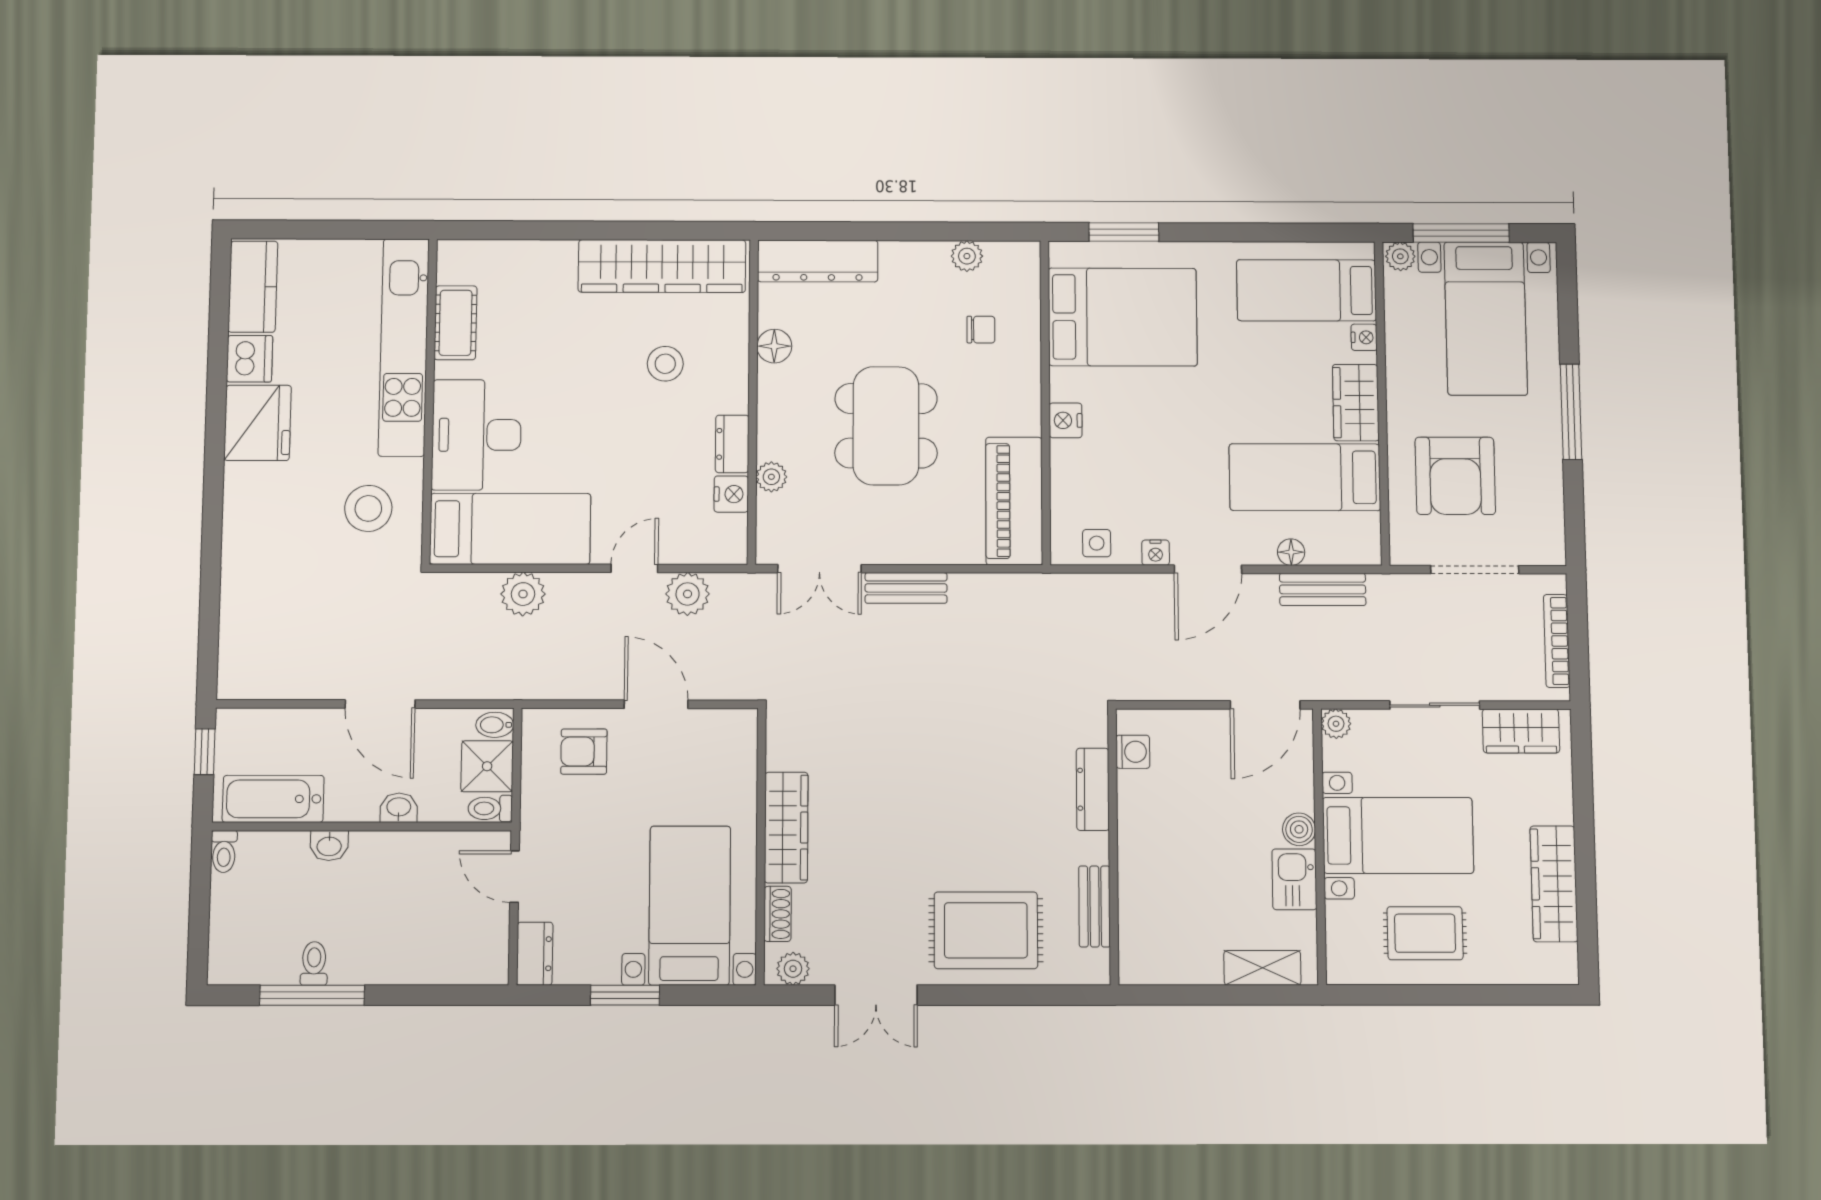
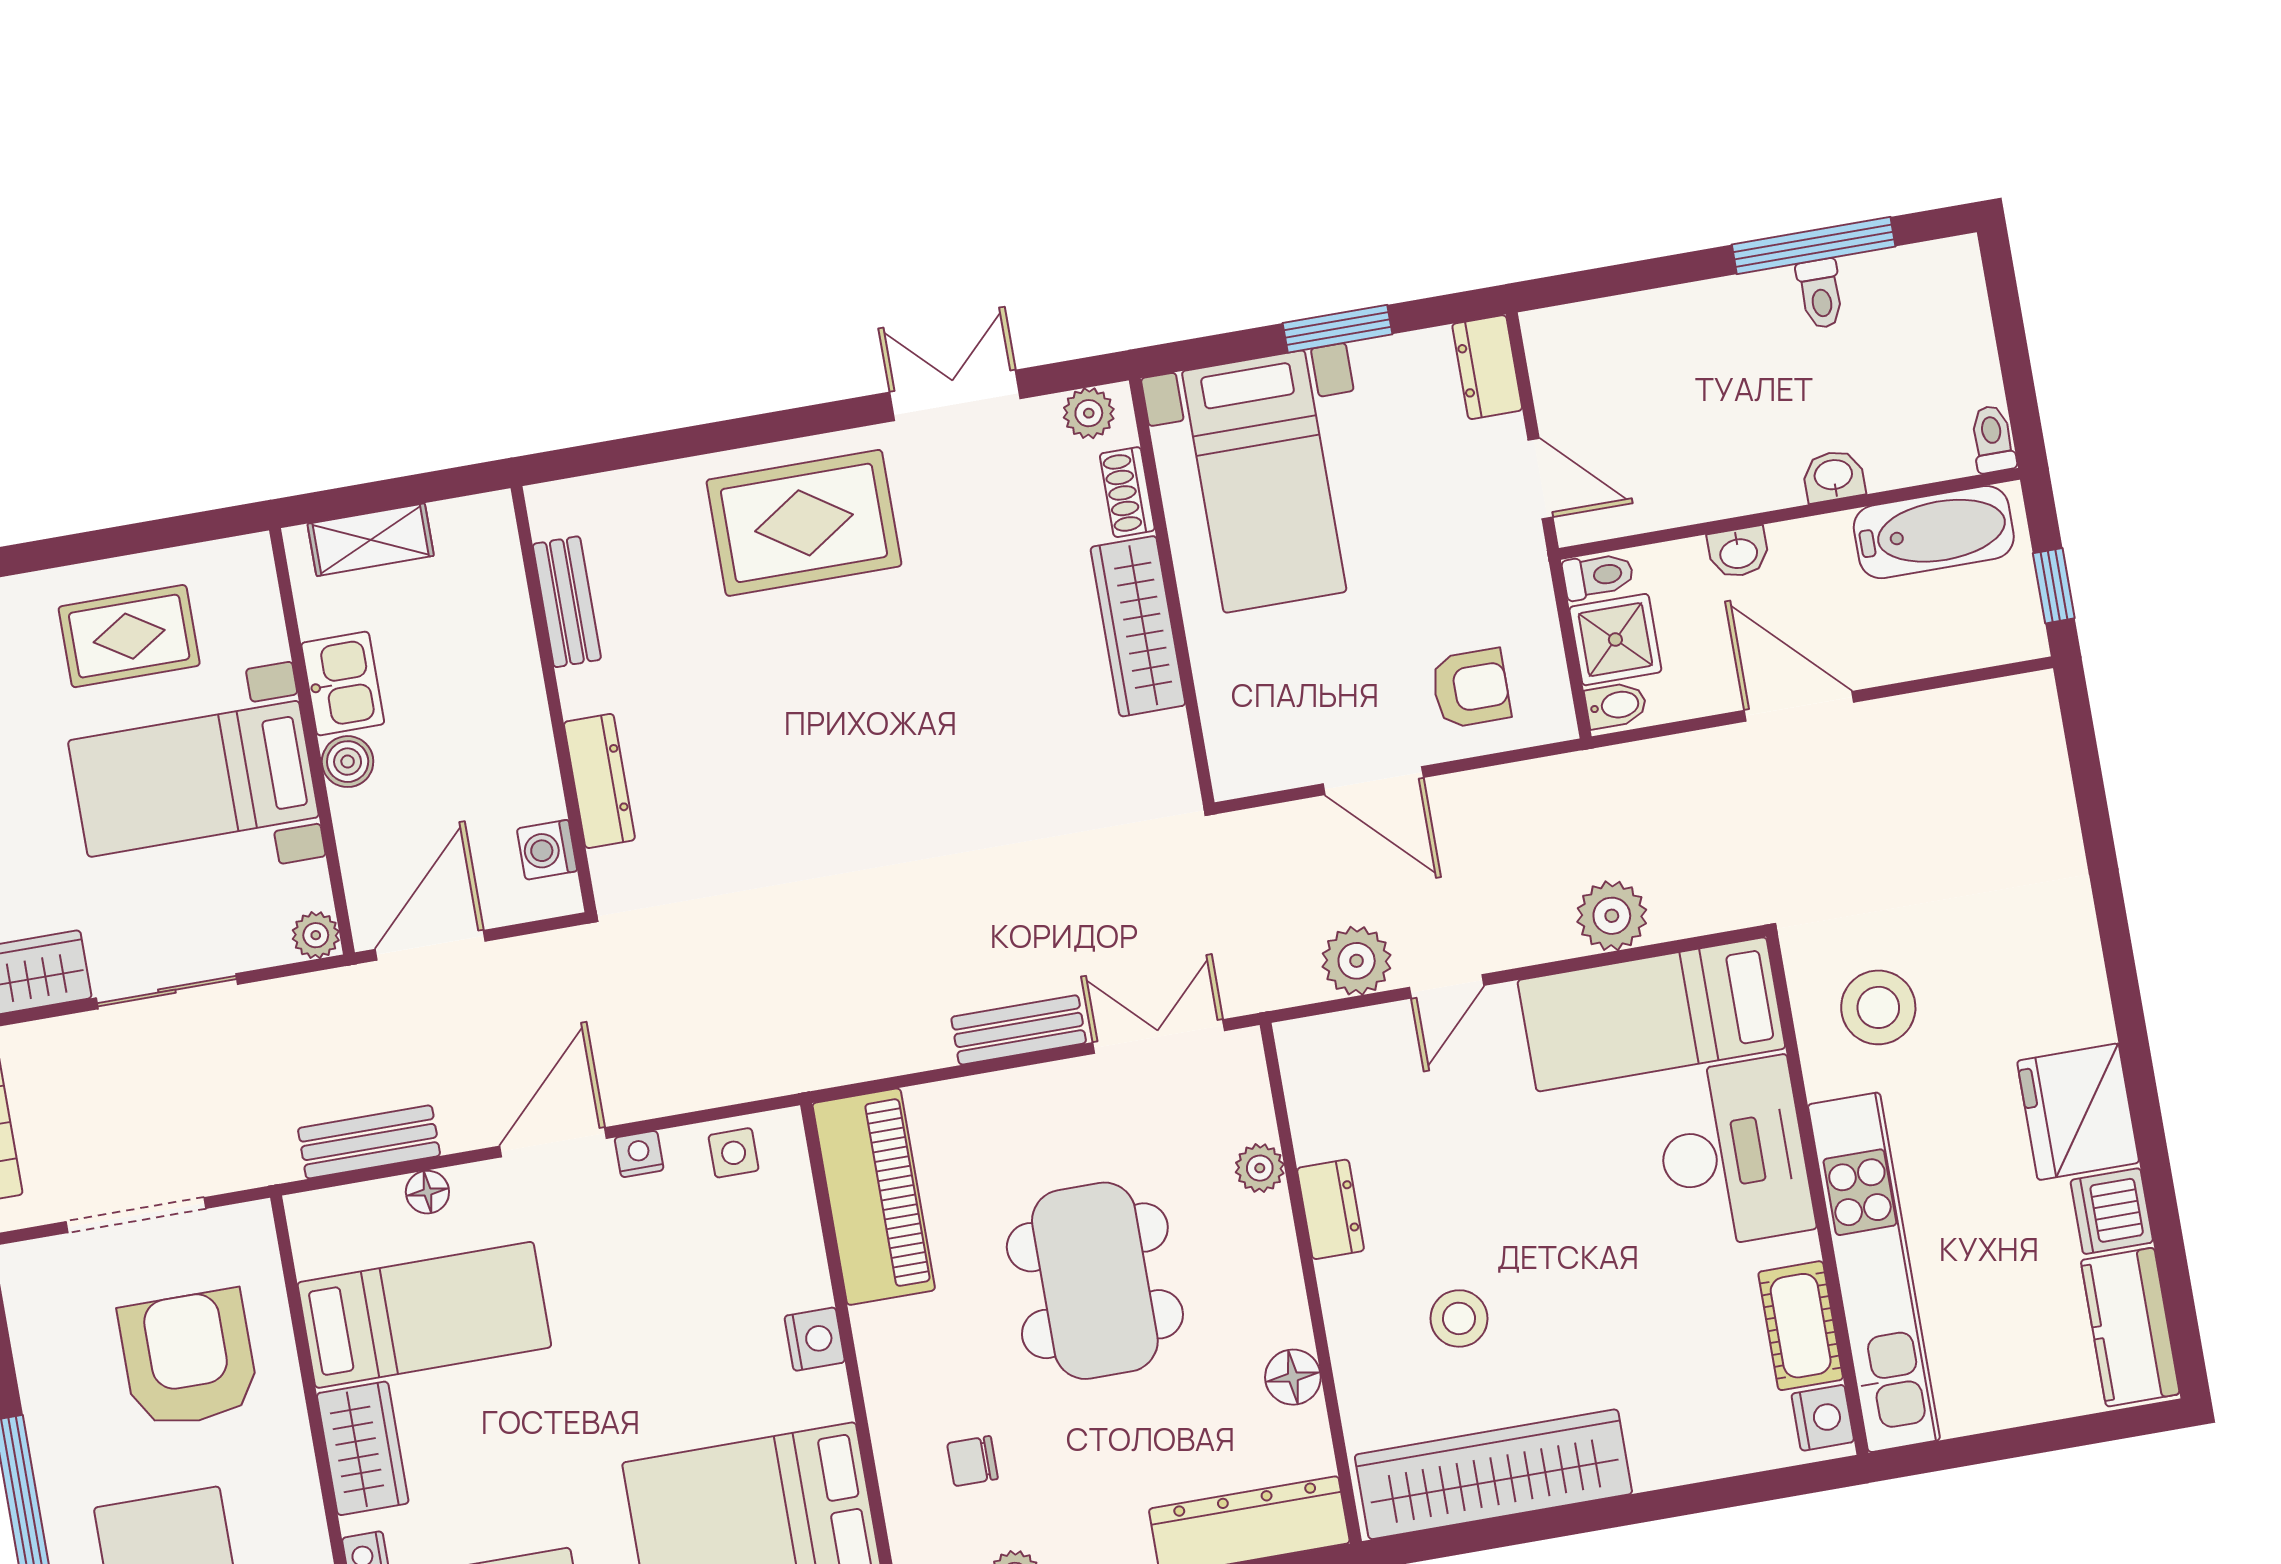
nightstand: (731, 494) -> (1823, 1418), moved, turned 180
washing machine: (1133, 752) -> (547, 850), moved
dresser: (1093, 789) -> (599, 781), moved
wall: (1113, 846) -> (553, 699), moved
bench: (1095, 906) -> (567, 602), moved

